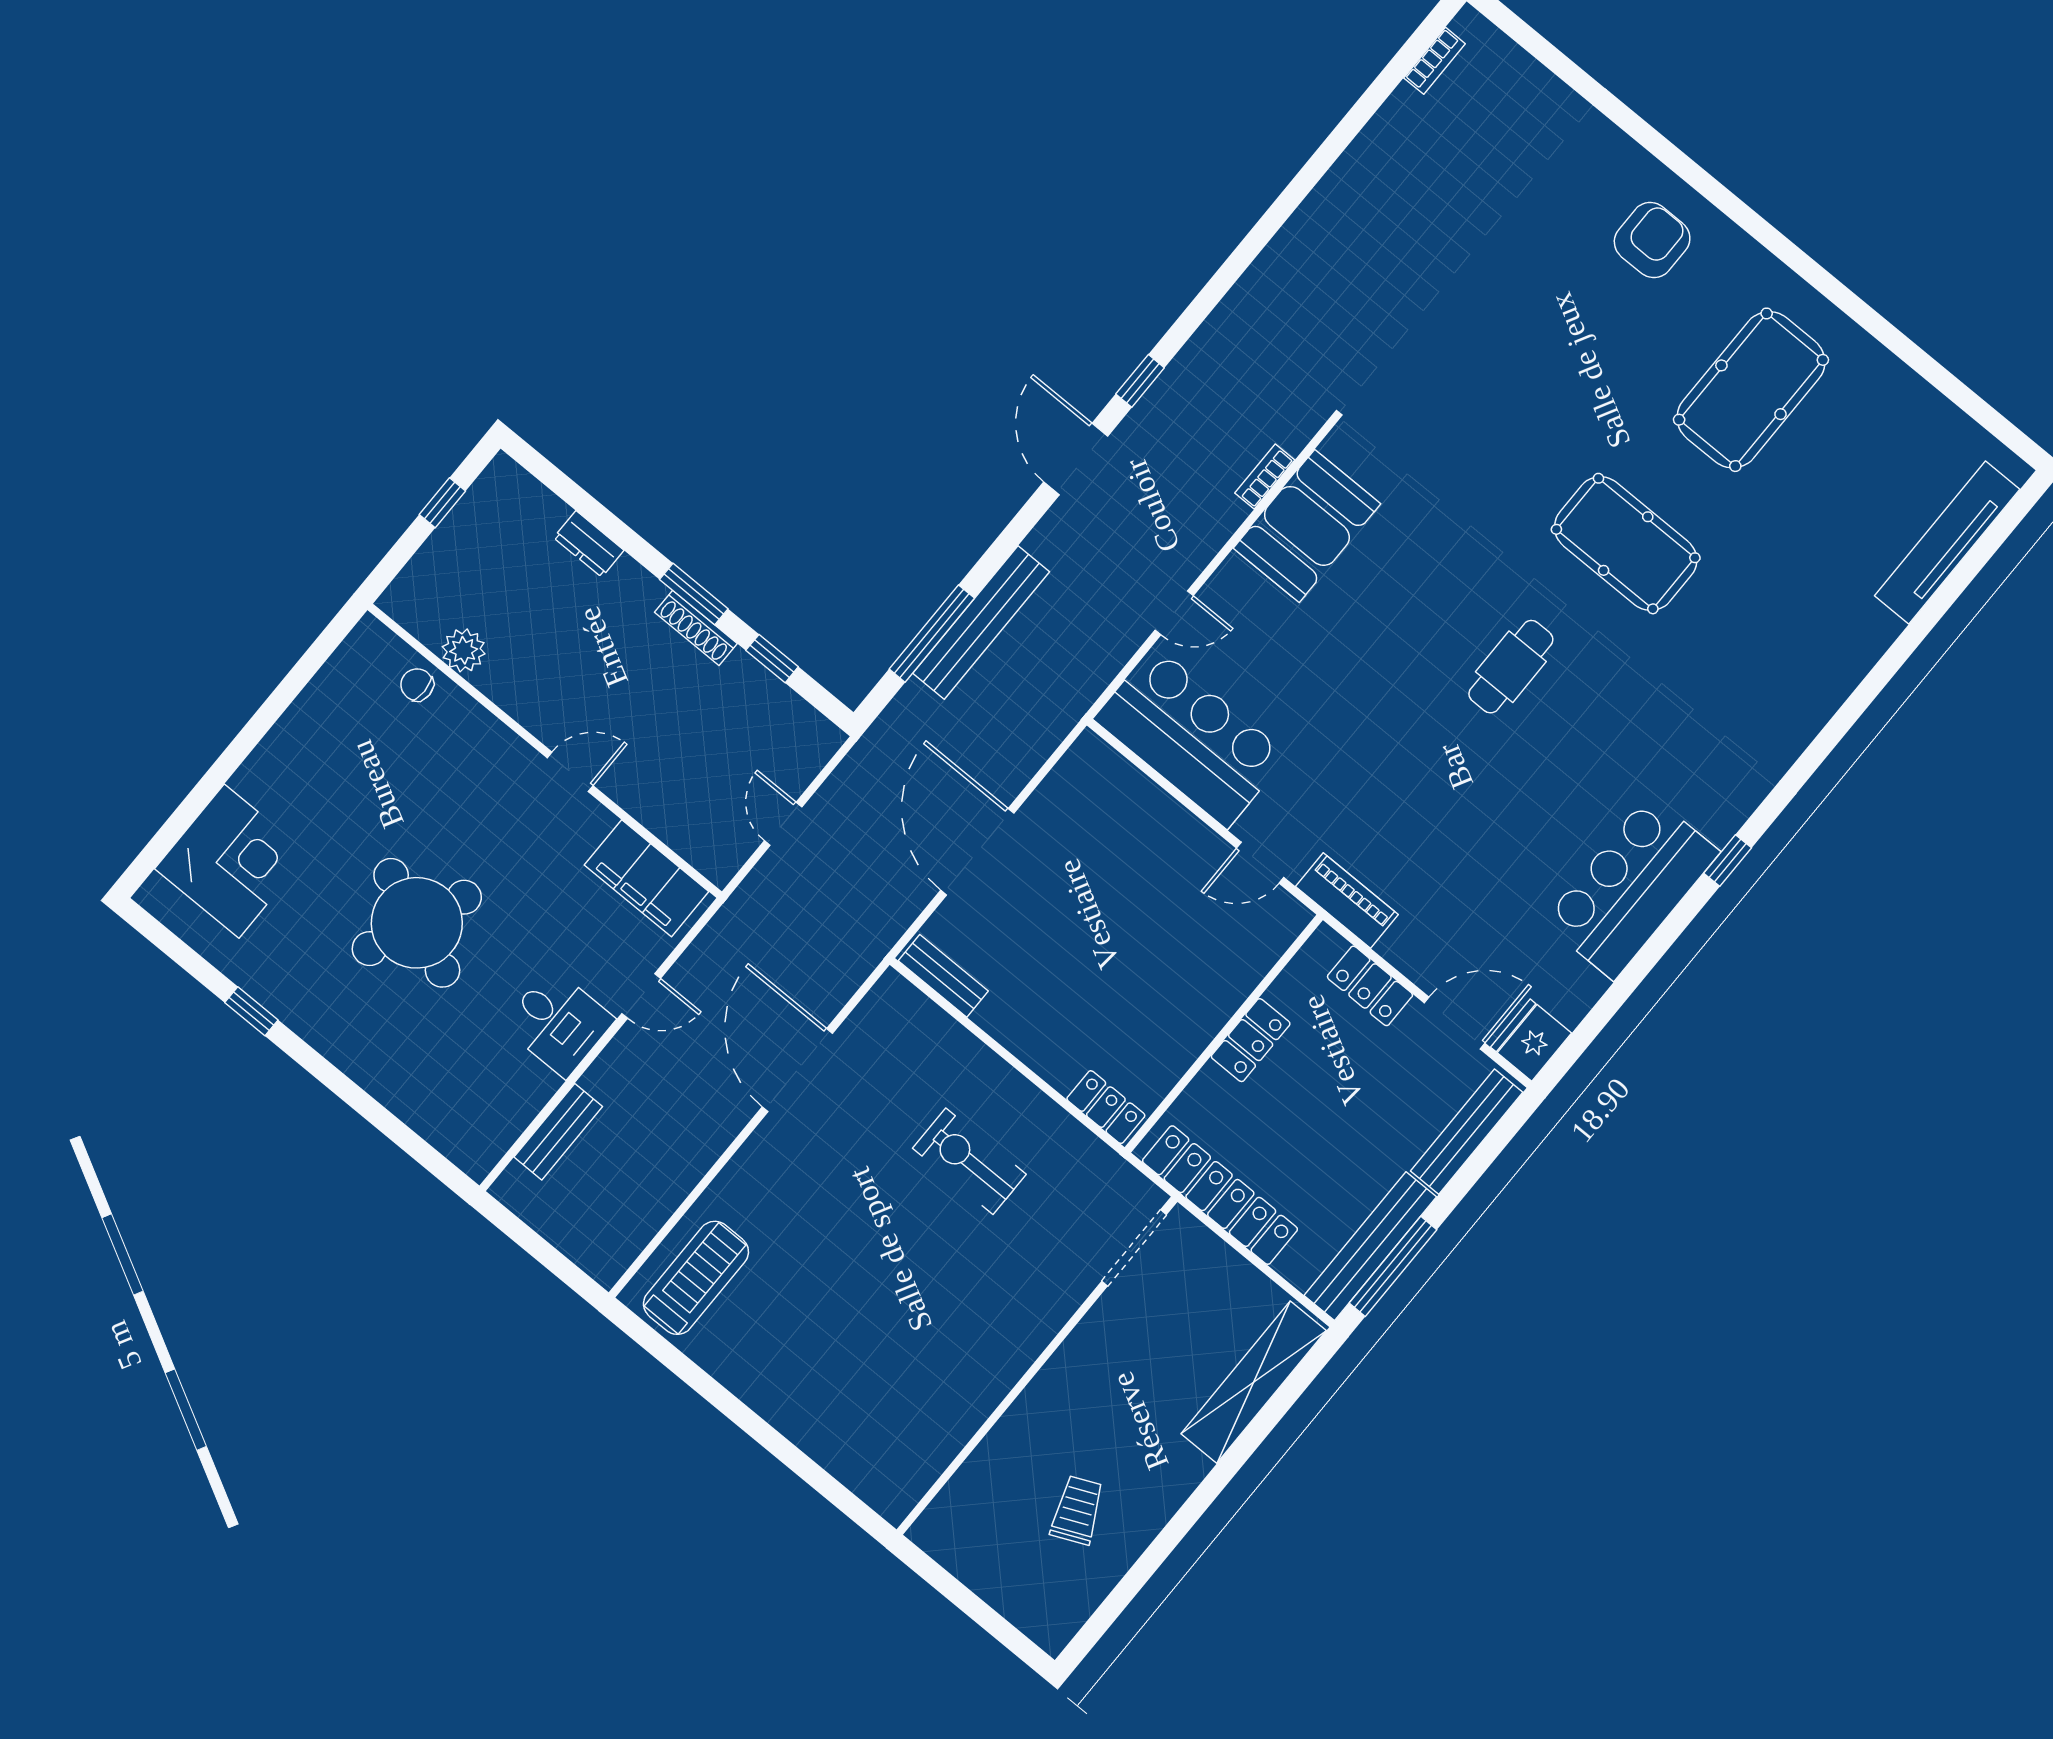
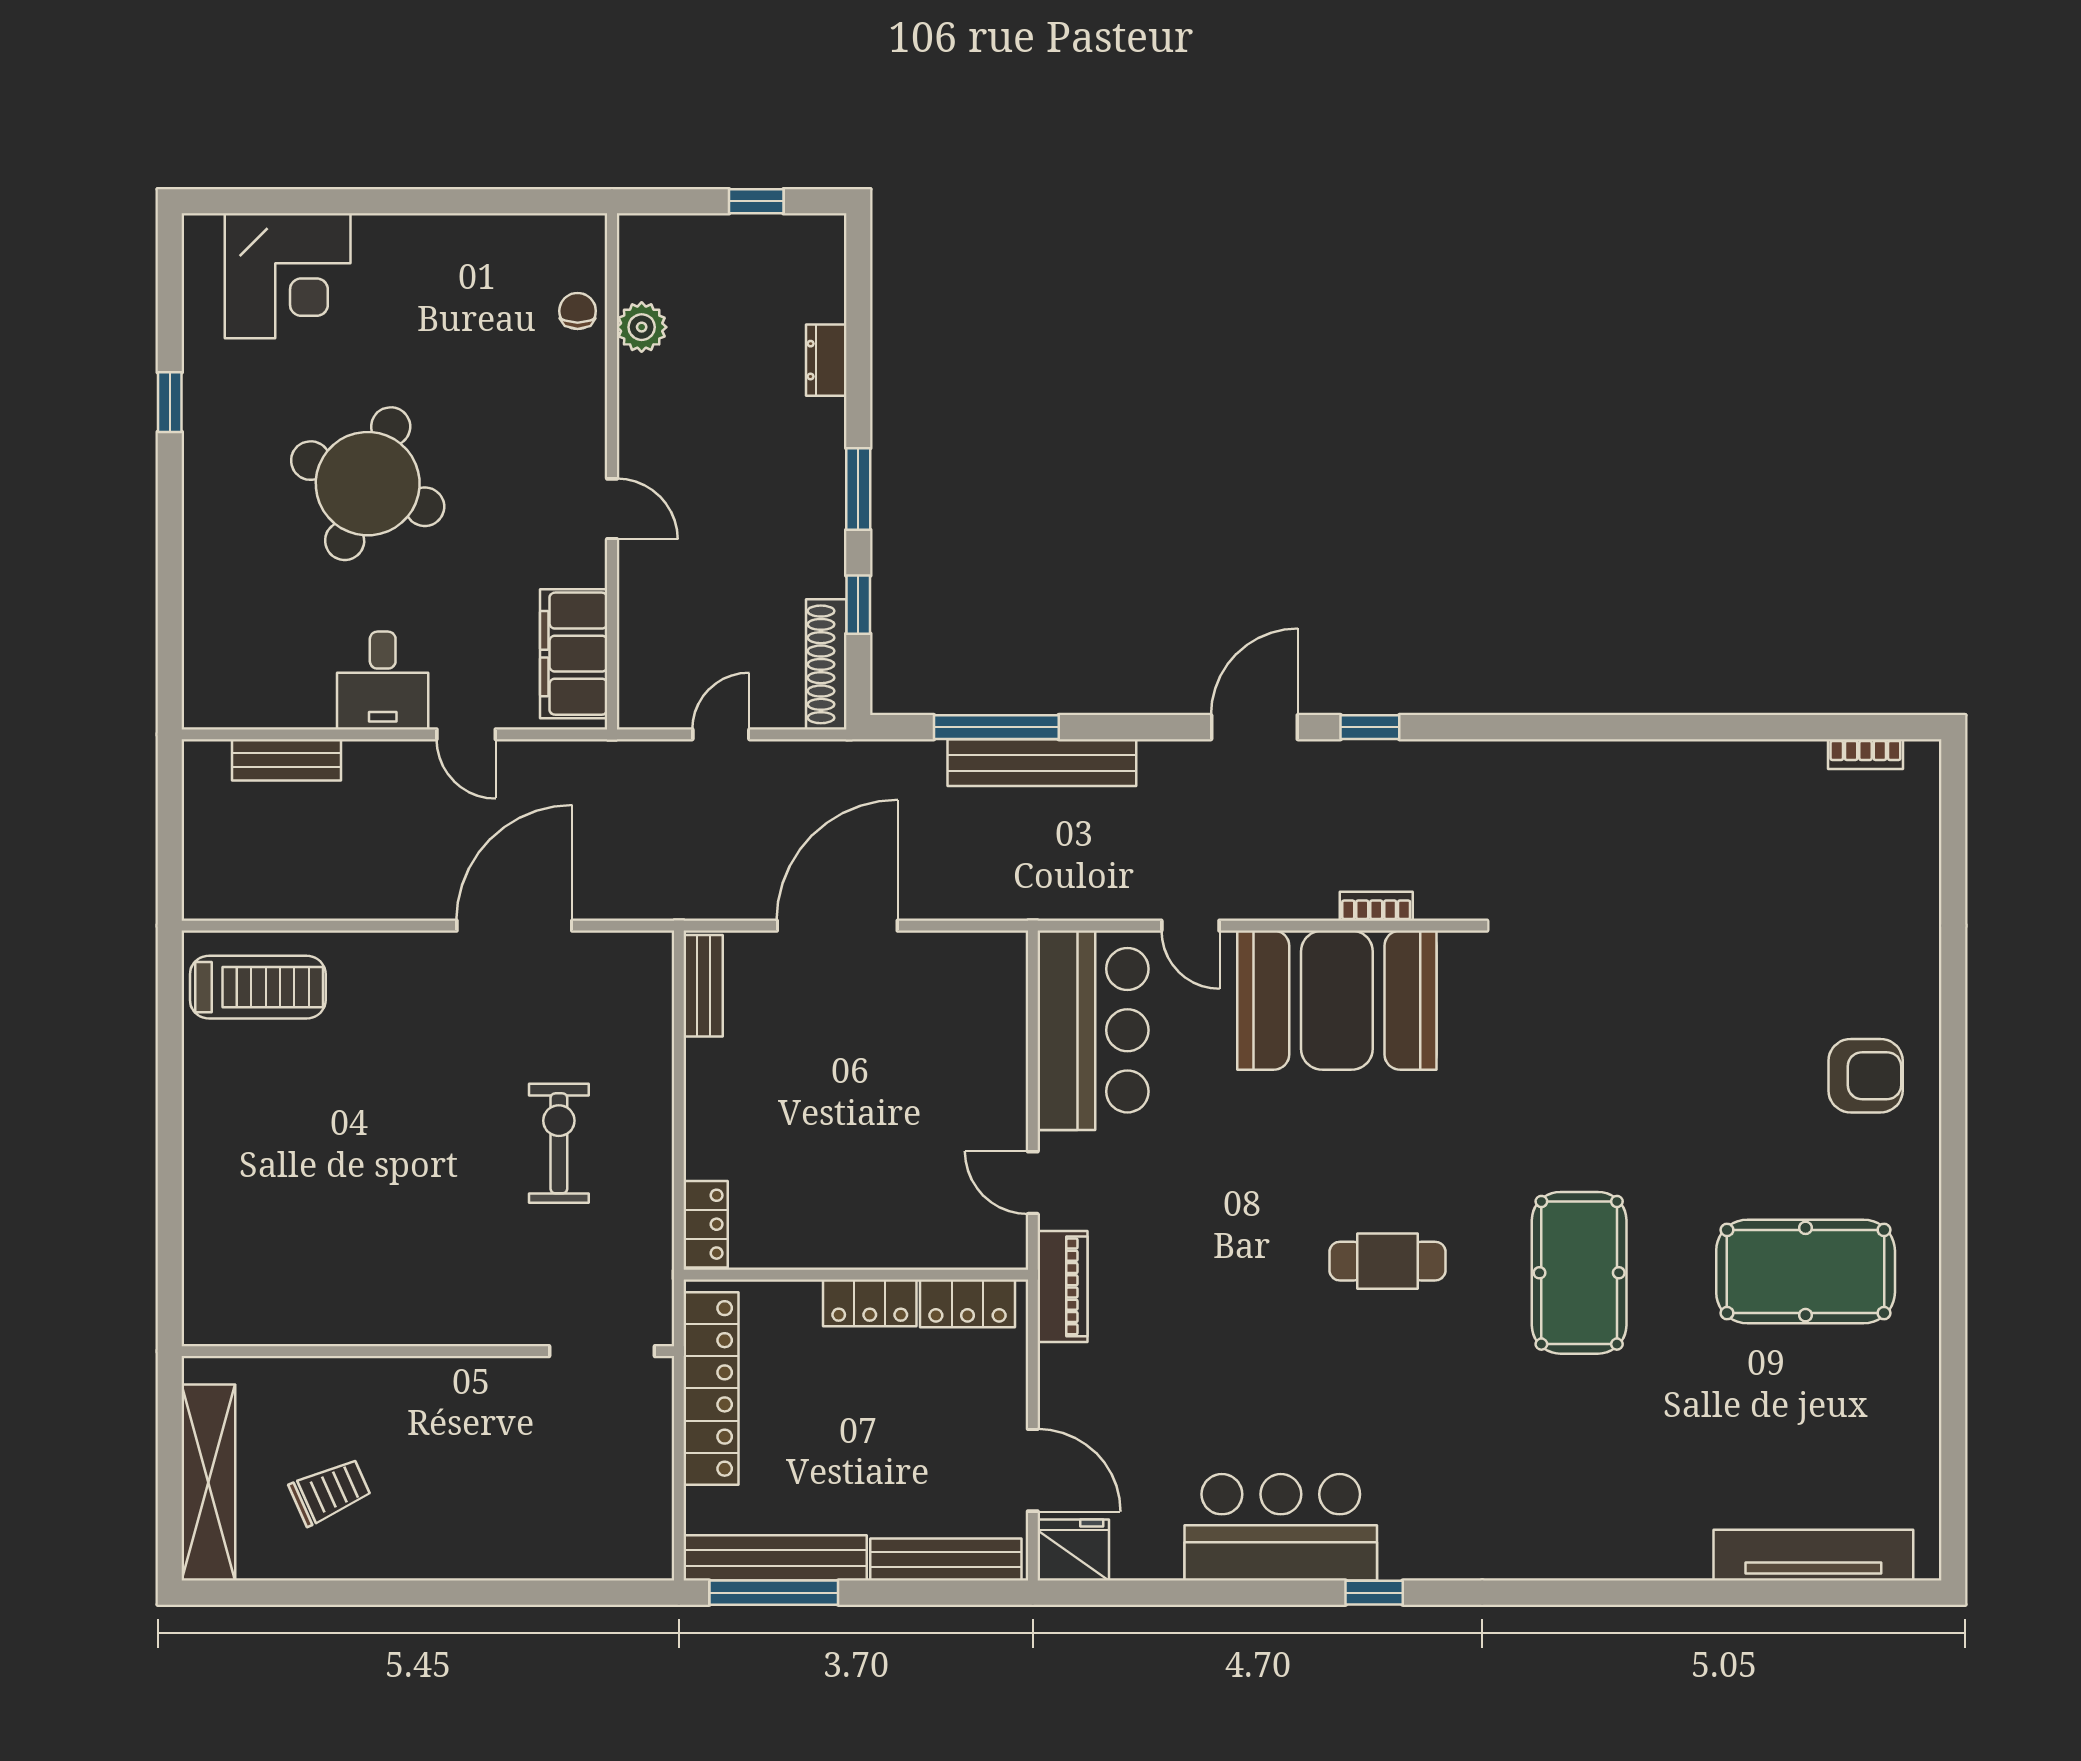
booth: (1307, 526) -> (1337, 1000), width x1.36, depth x1.42
shoe rack: (696, 628) -> (826, 664), moved, width x1.36, depth x1.24
locker: (1370, 986) -> (967, 1303), moved, turned -90
shelving: (1254, 1382) -> (208, 1482), moved, turned 90

